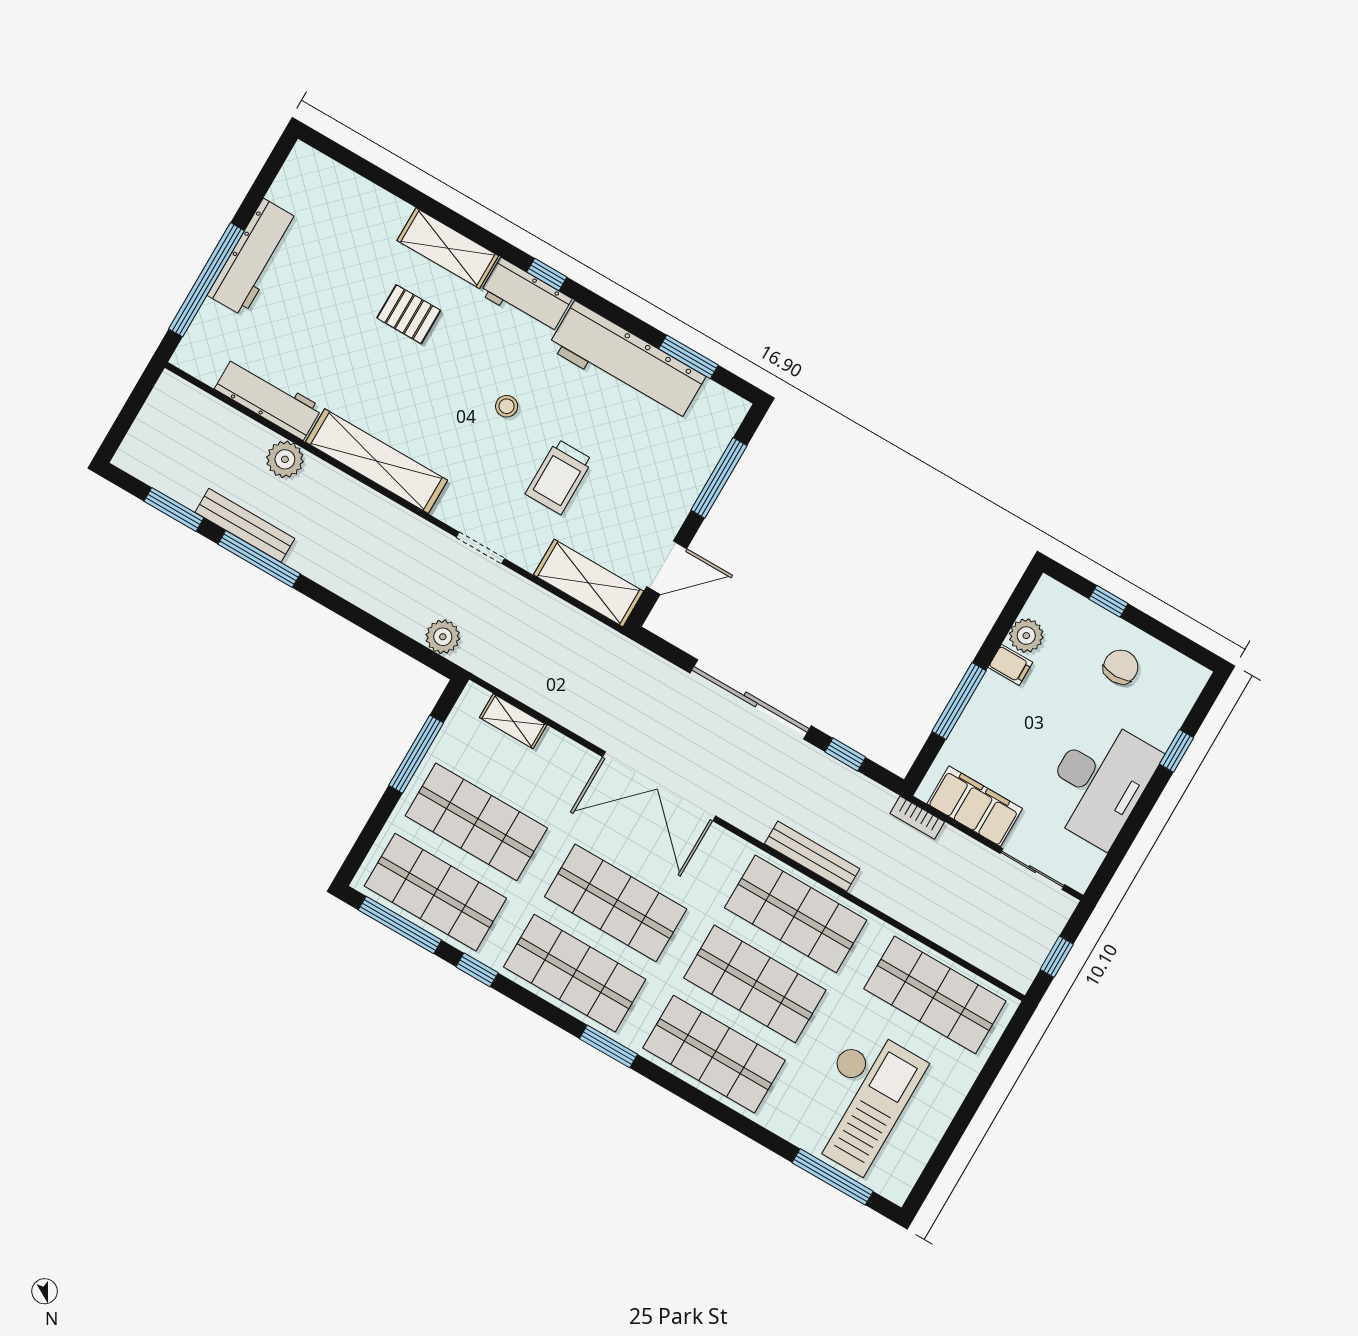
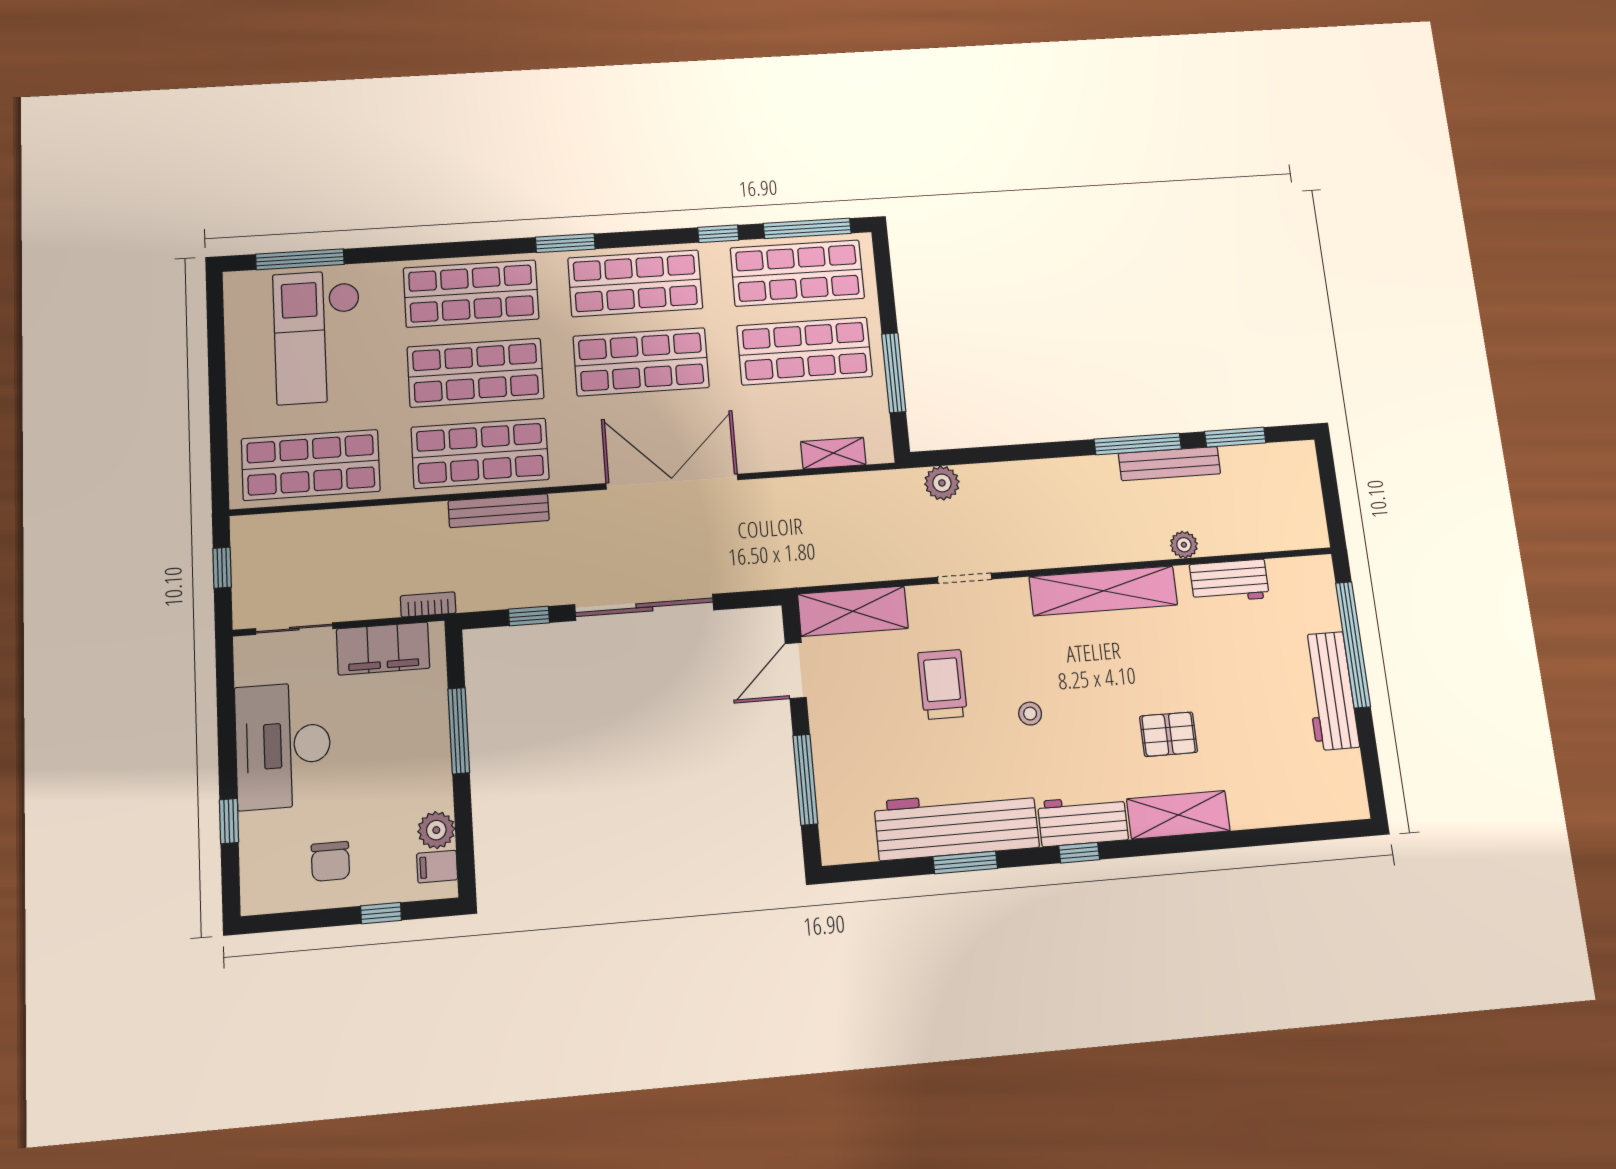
window: (688, 357) -> (965, 863), moved
workbench: (268, 398) -> (1229, 581), width x0.73
plant: (285, 459) -> (1184, 545), width x0.73, depth x0.73
filing cabinet: (1010, 665) -> (437, 867), moved

